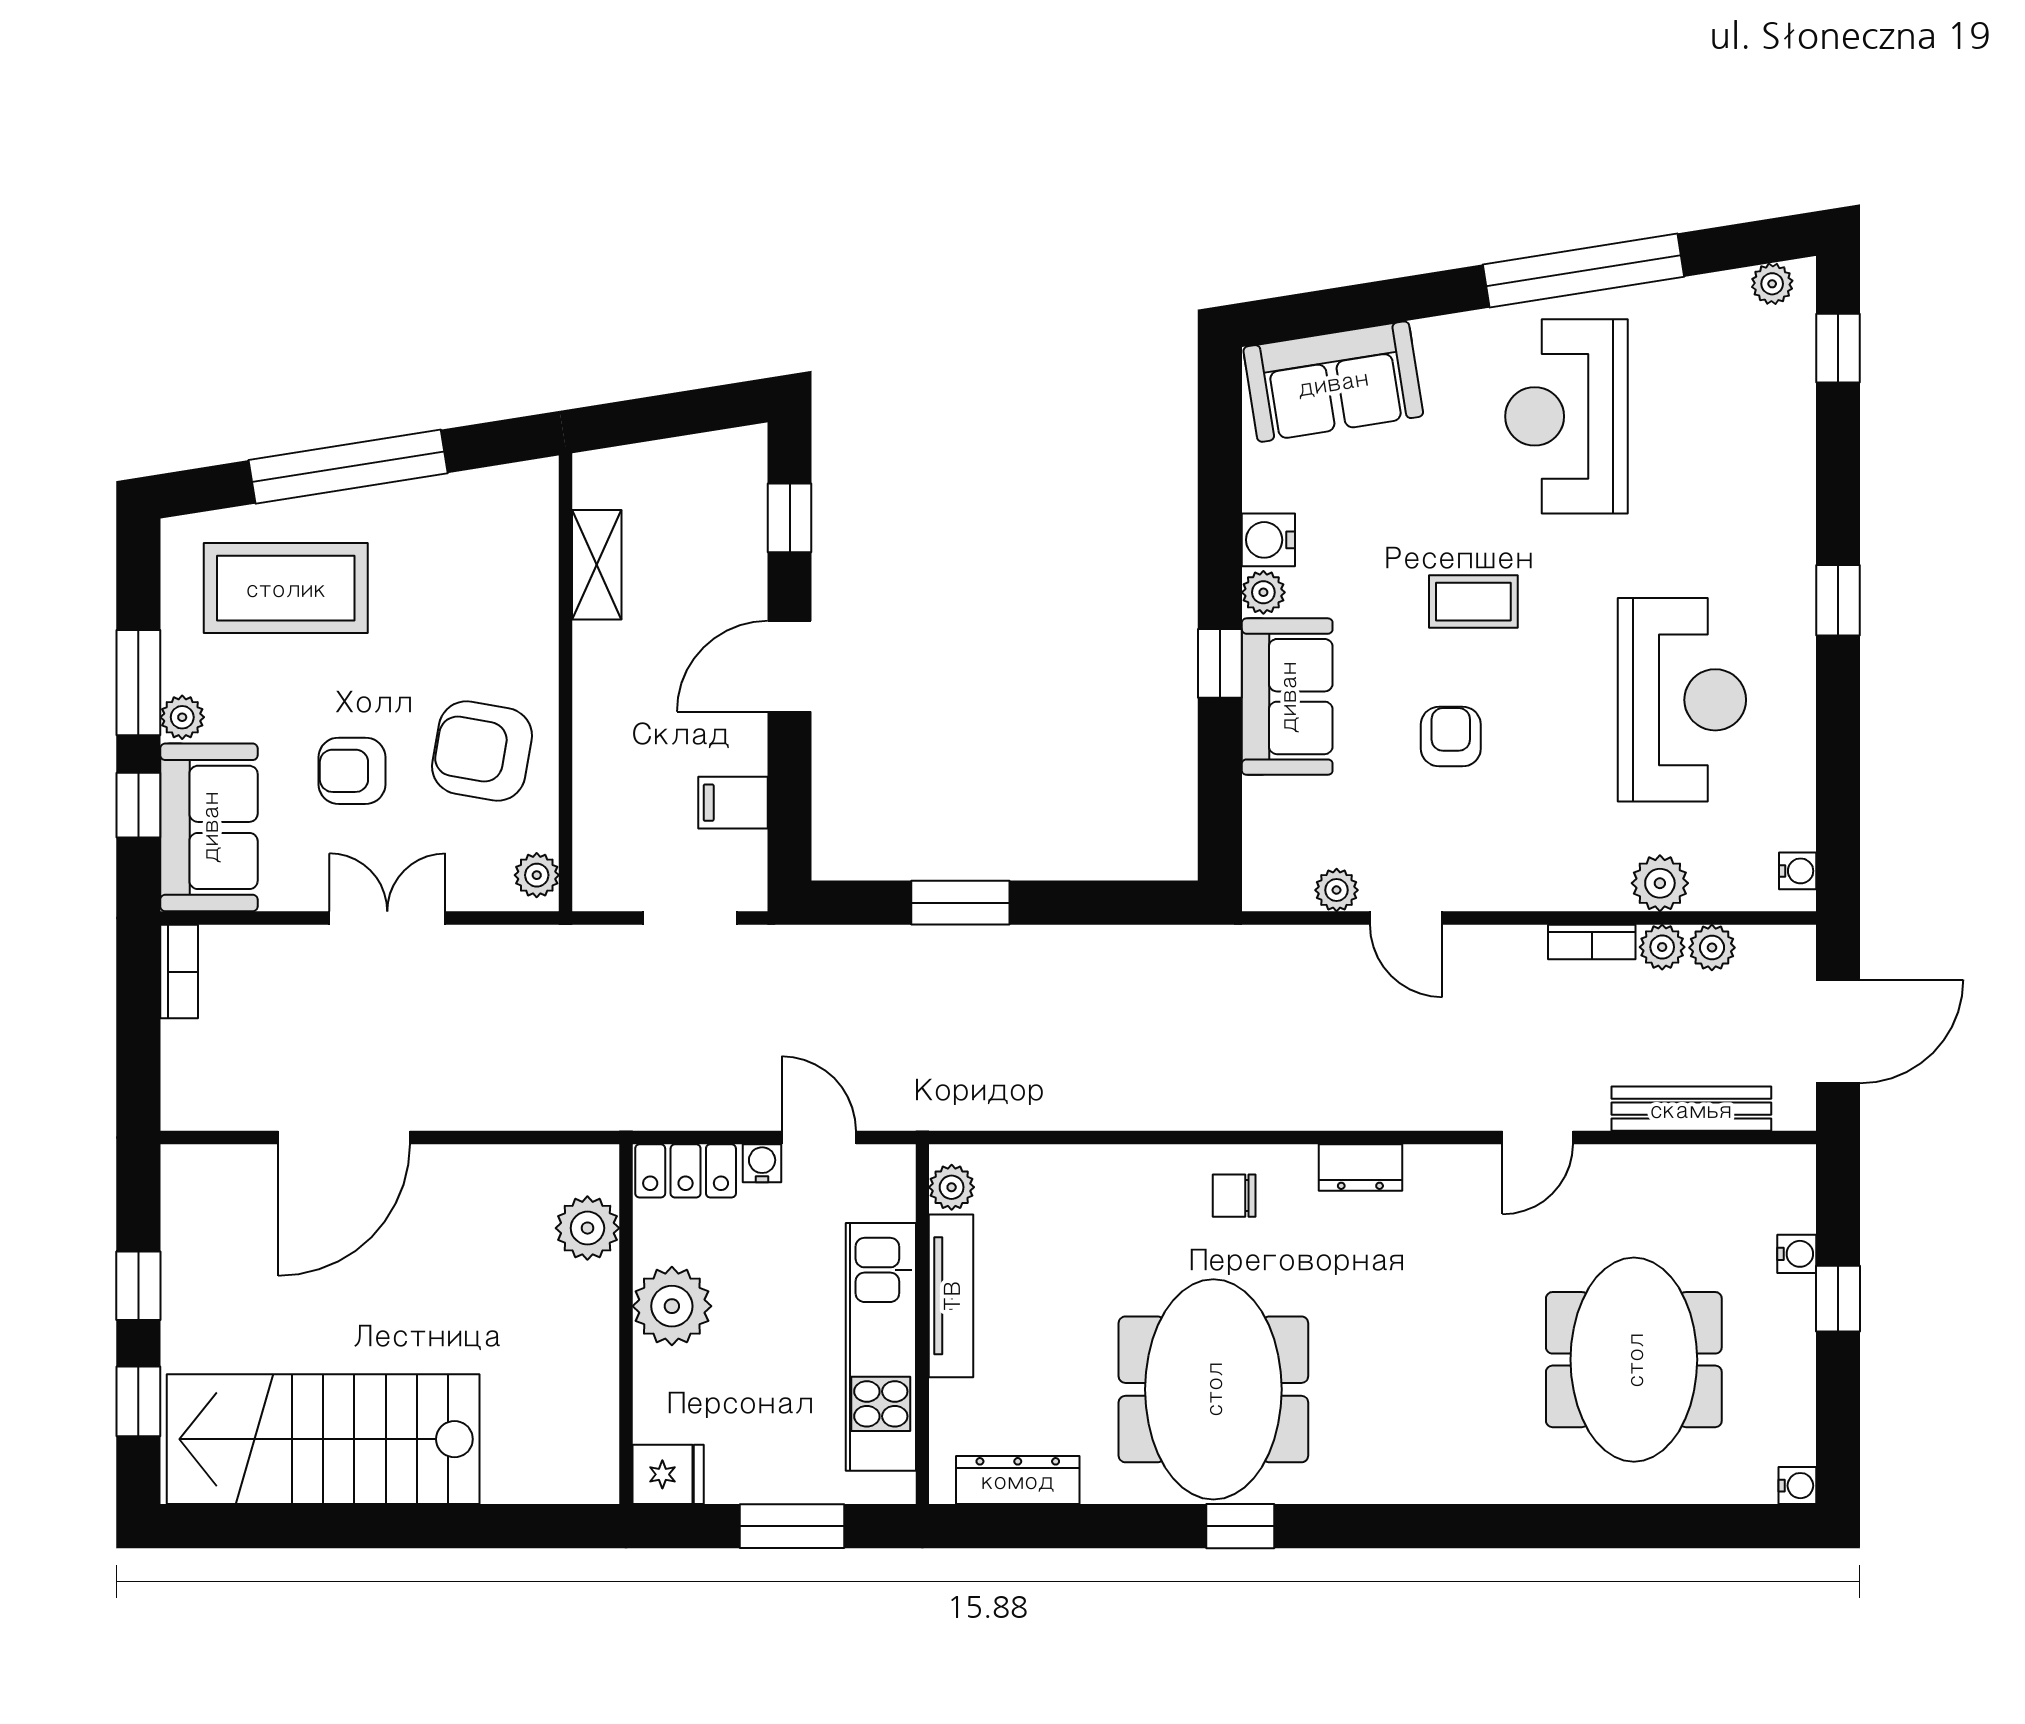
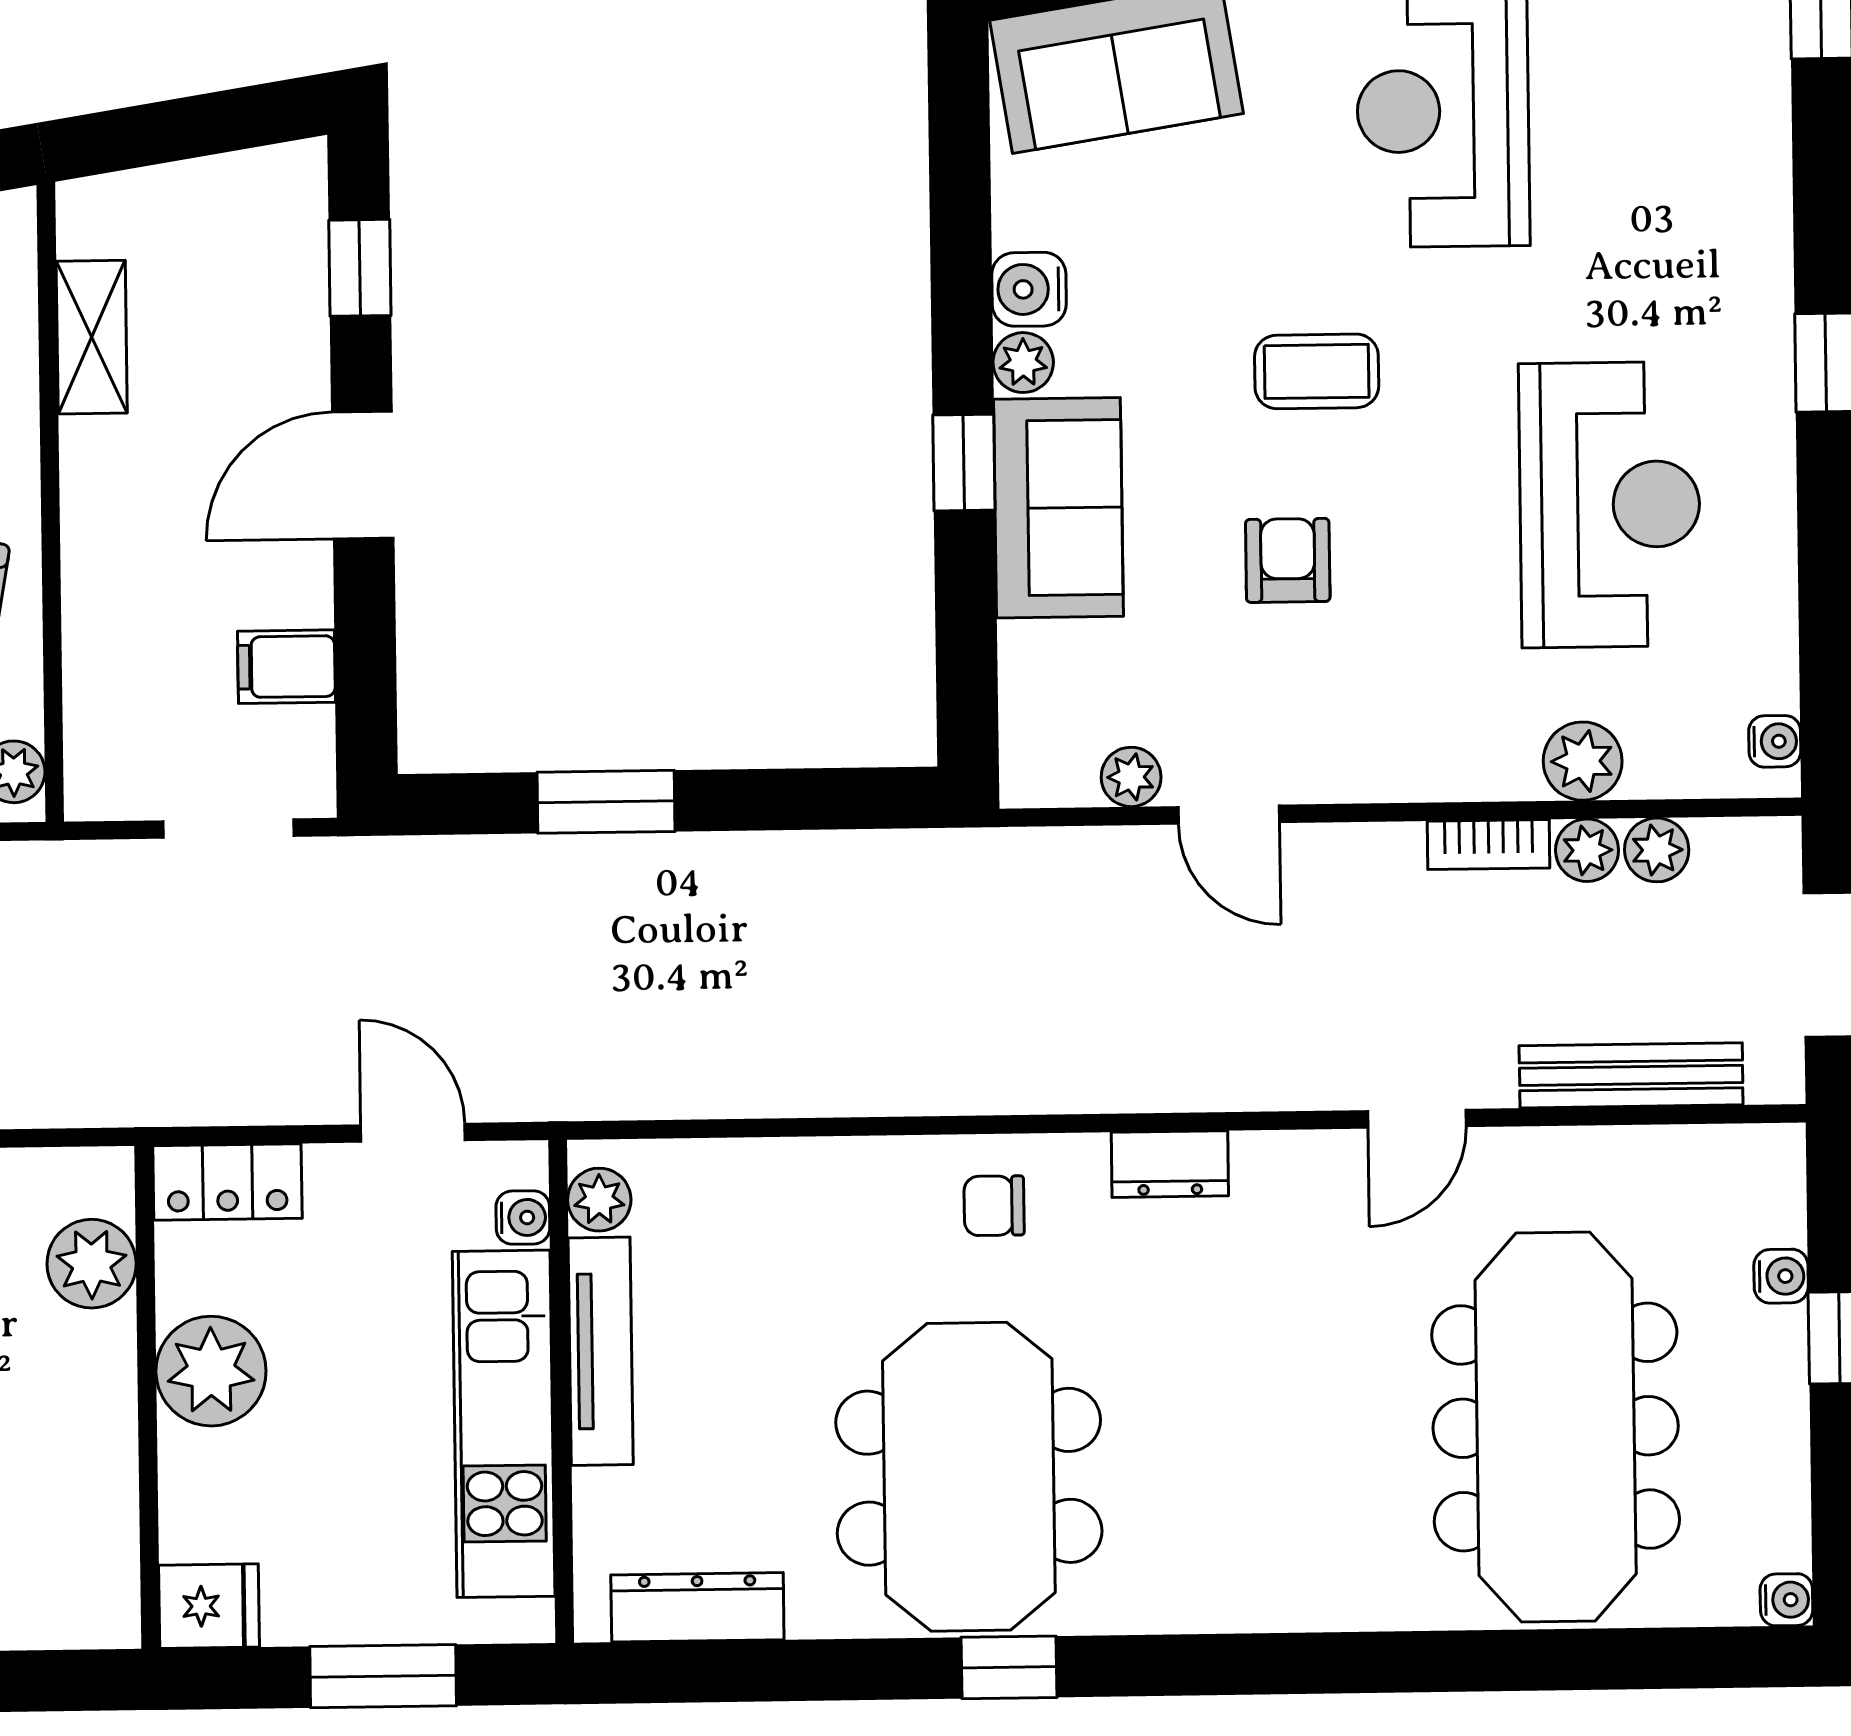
water cooler: (762, 1163) -> (523, 1218), moved, turned 90
meeting table: (1634, 1360) -> (1556, 1427), width x1.36

